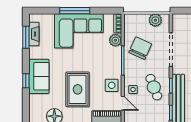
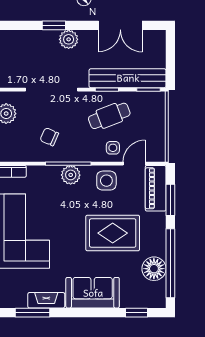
fireplace: (34, 34) -> (46, 300), moved
plant: (115, 40) -> (71, 175), moved
chair: (140, 48) -> (49, 137), width x0.54, depth x0.54
window: (26, 81) -> (136, 313), moved

